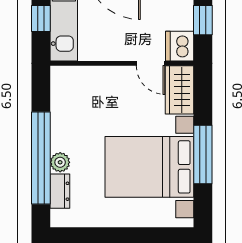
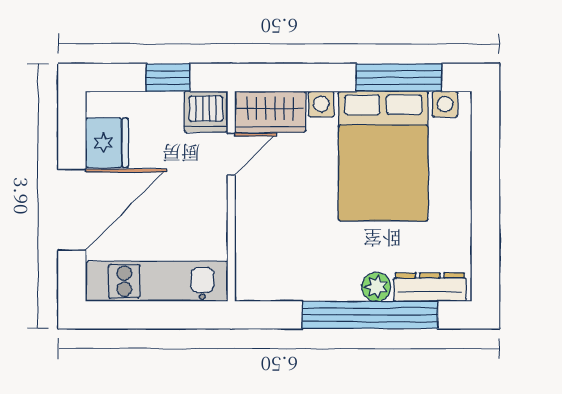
window: (41, 18) -> (165, 315), removed
window: (203, 154) -> (399, 78), moved
dresser: (60, 191) -> (430, 287), width x1.44

